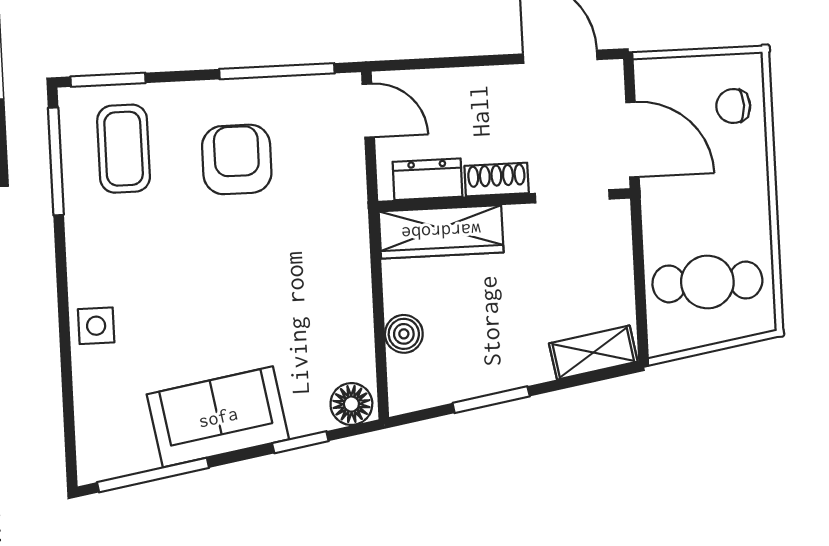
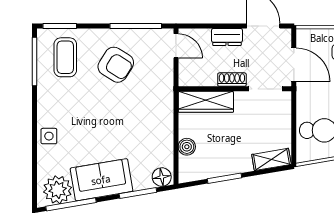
armchair: (237, 159) -> (116, 65), turned 122
dresser: (427, 179) -> (227, 37), moved, turned 180
window: (300, 442) -> (138, 193), width x1.50
plant: (121, 444) -> (58, 190), added

